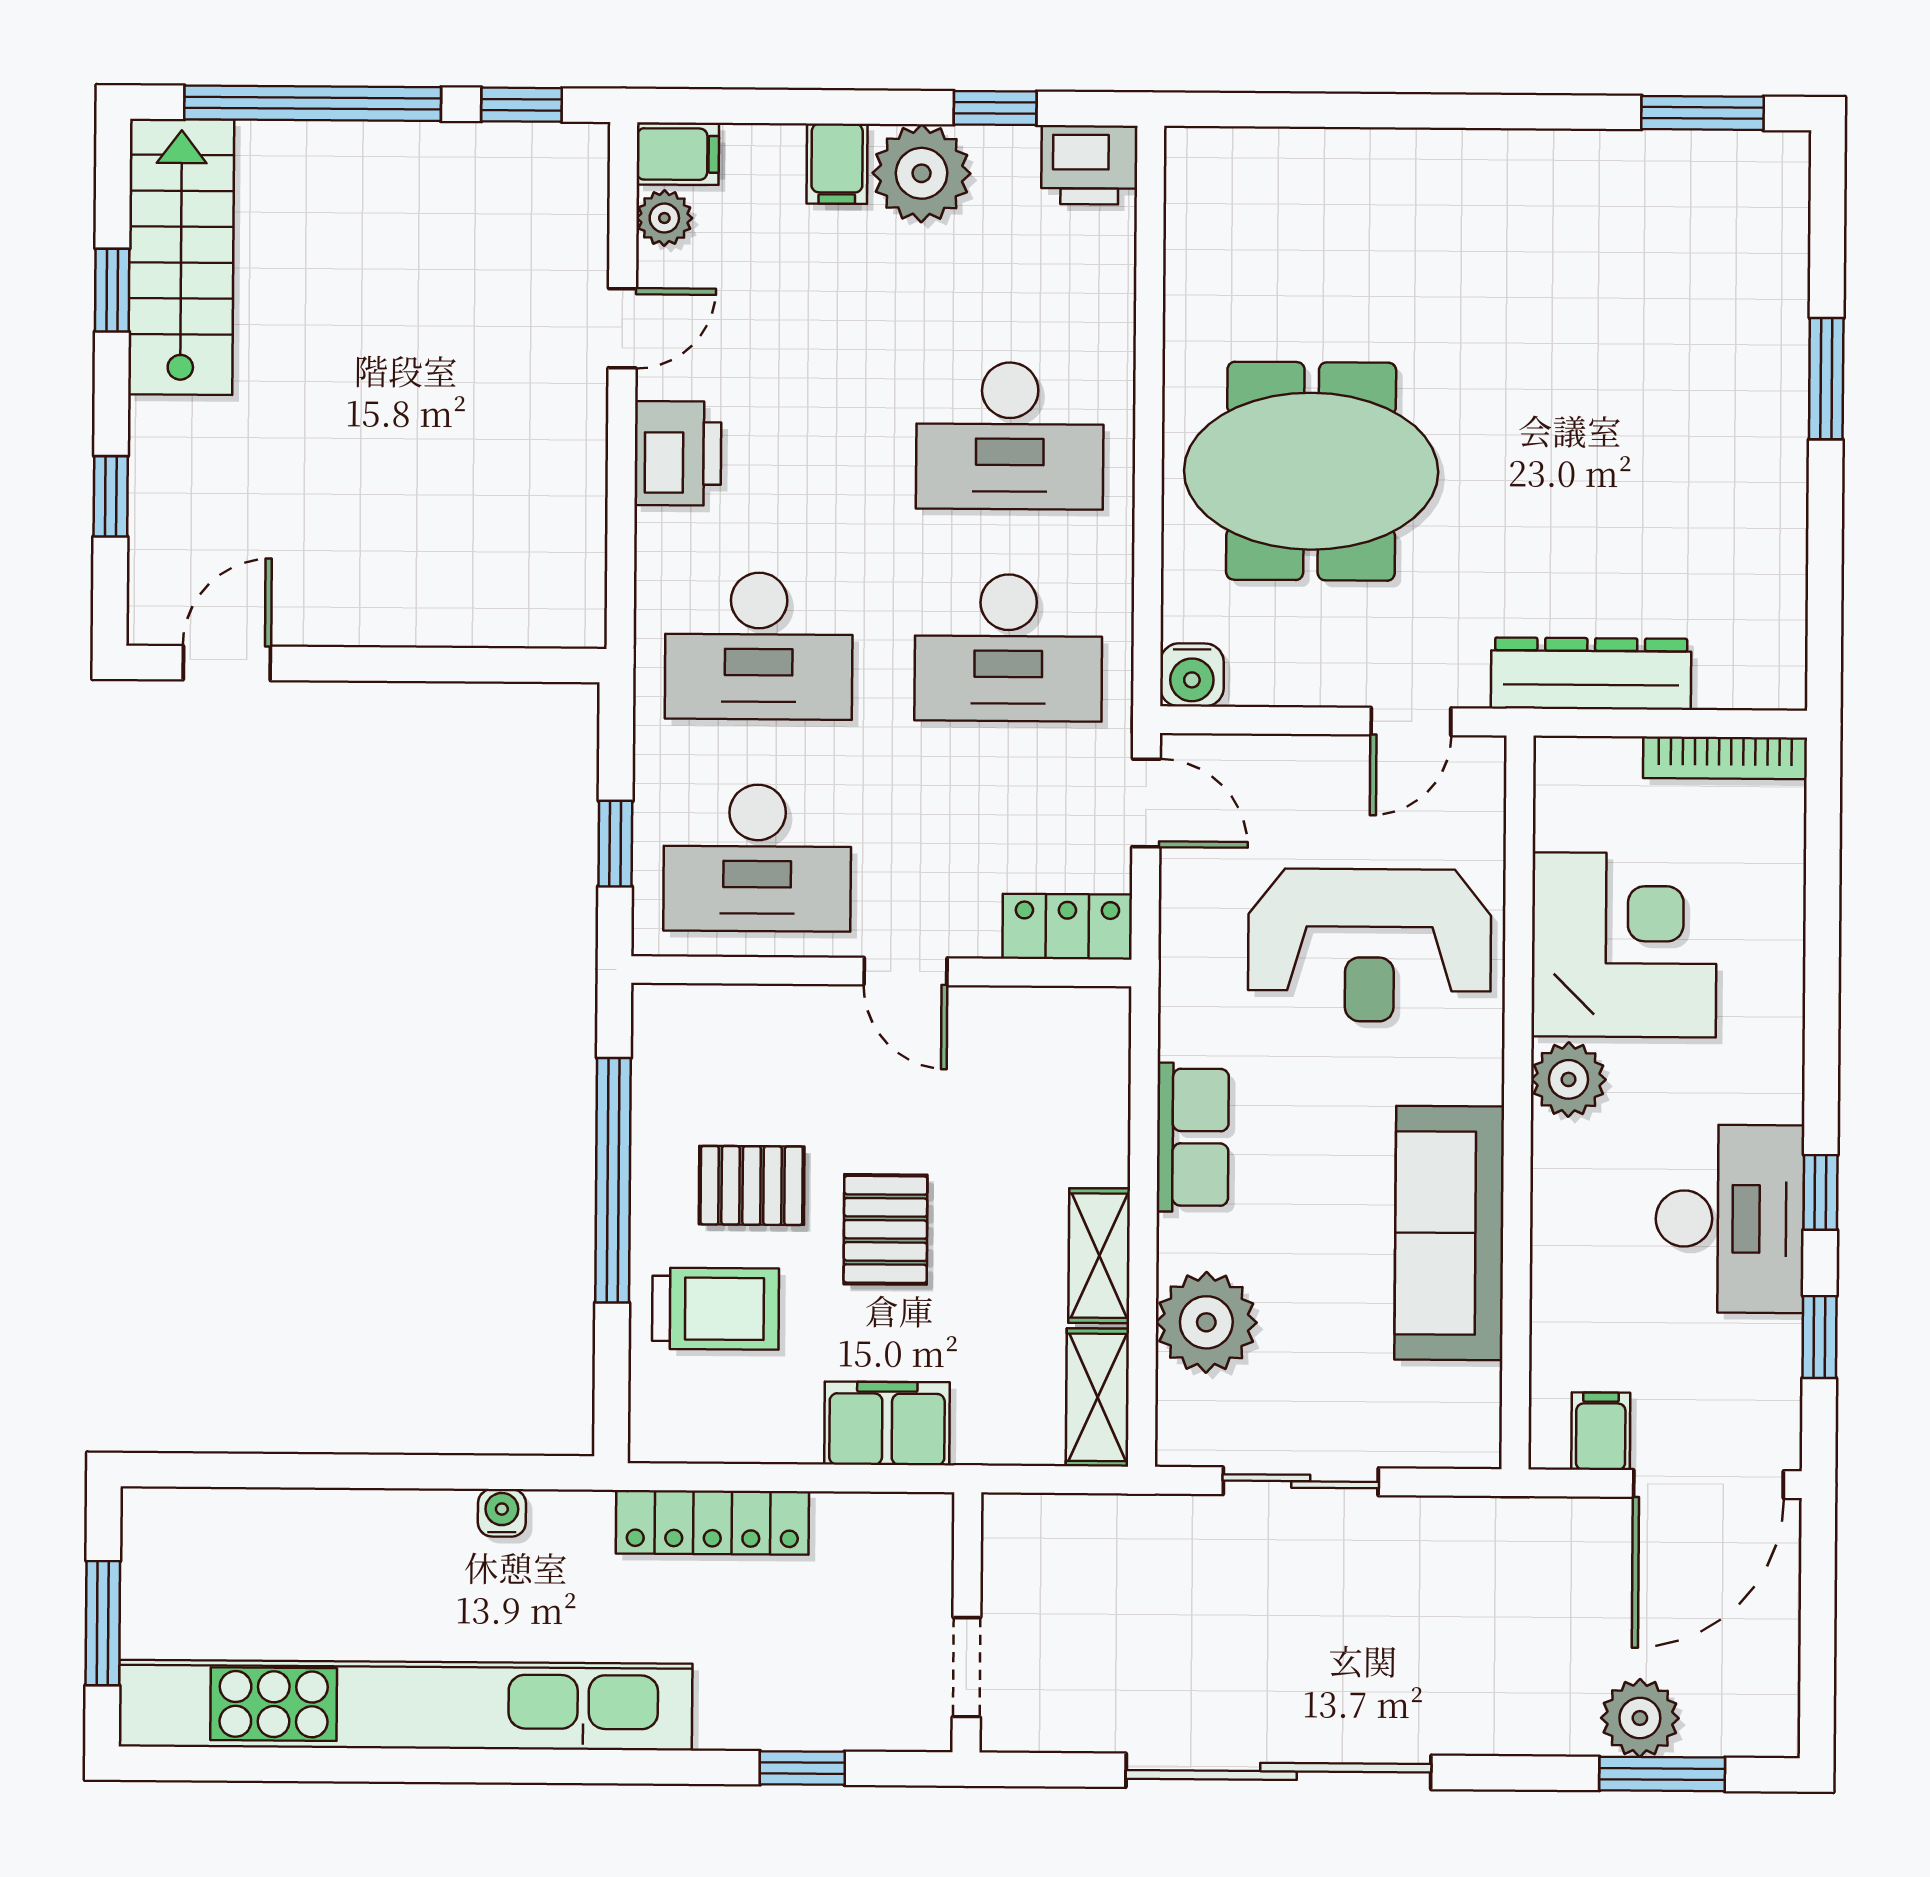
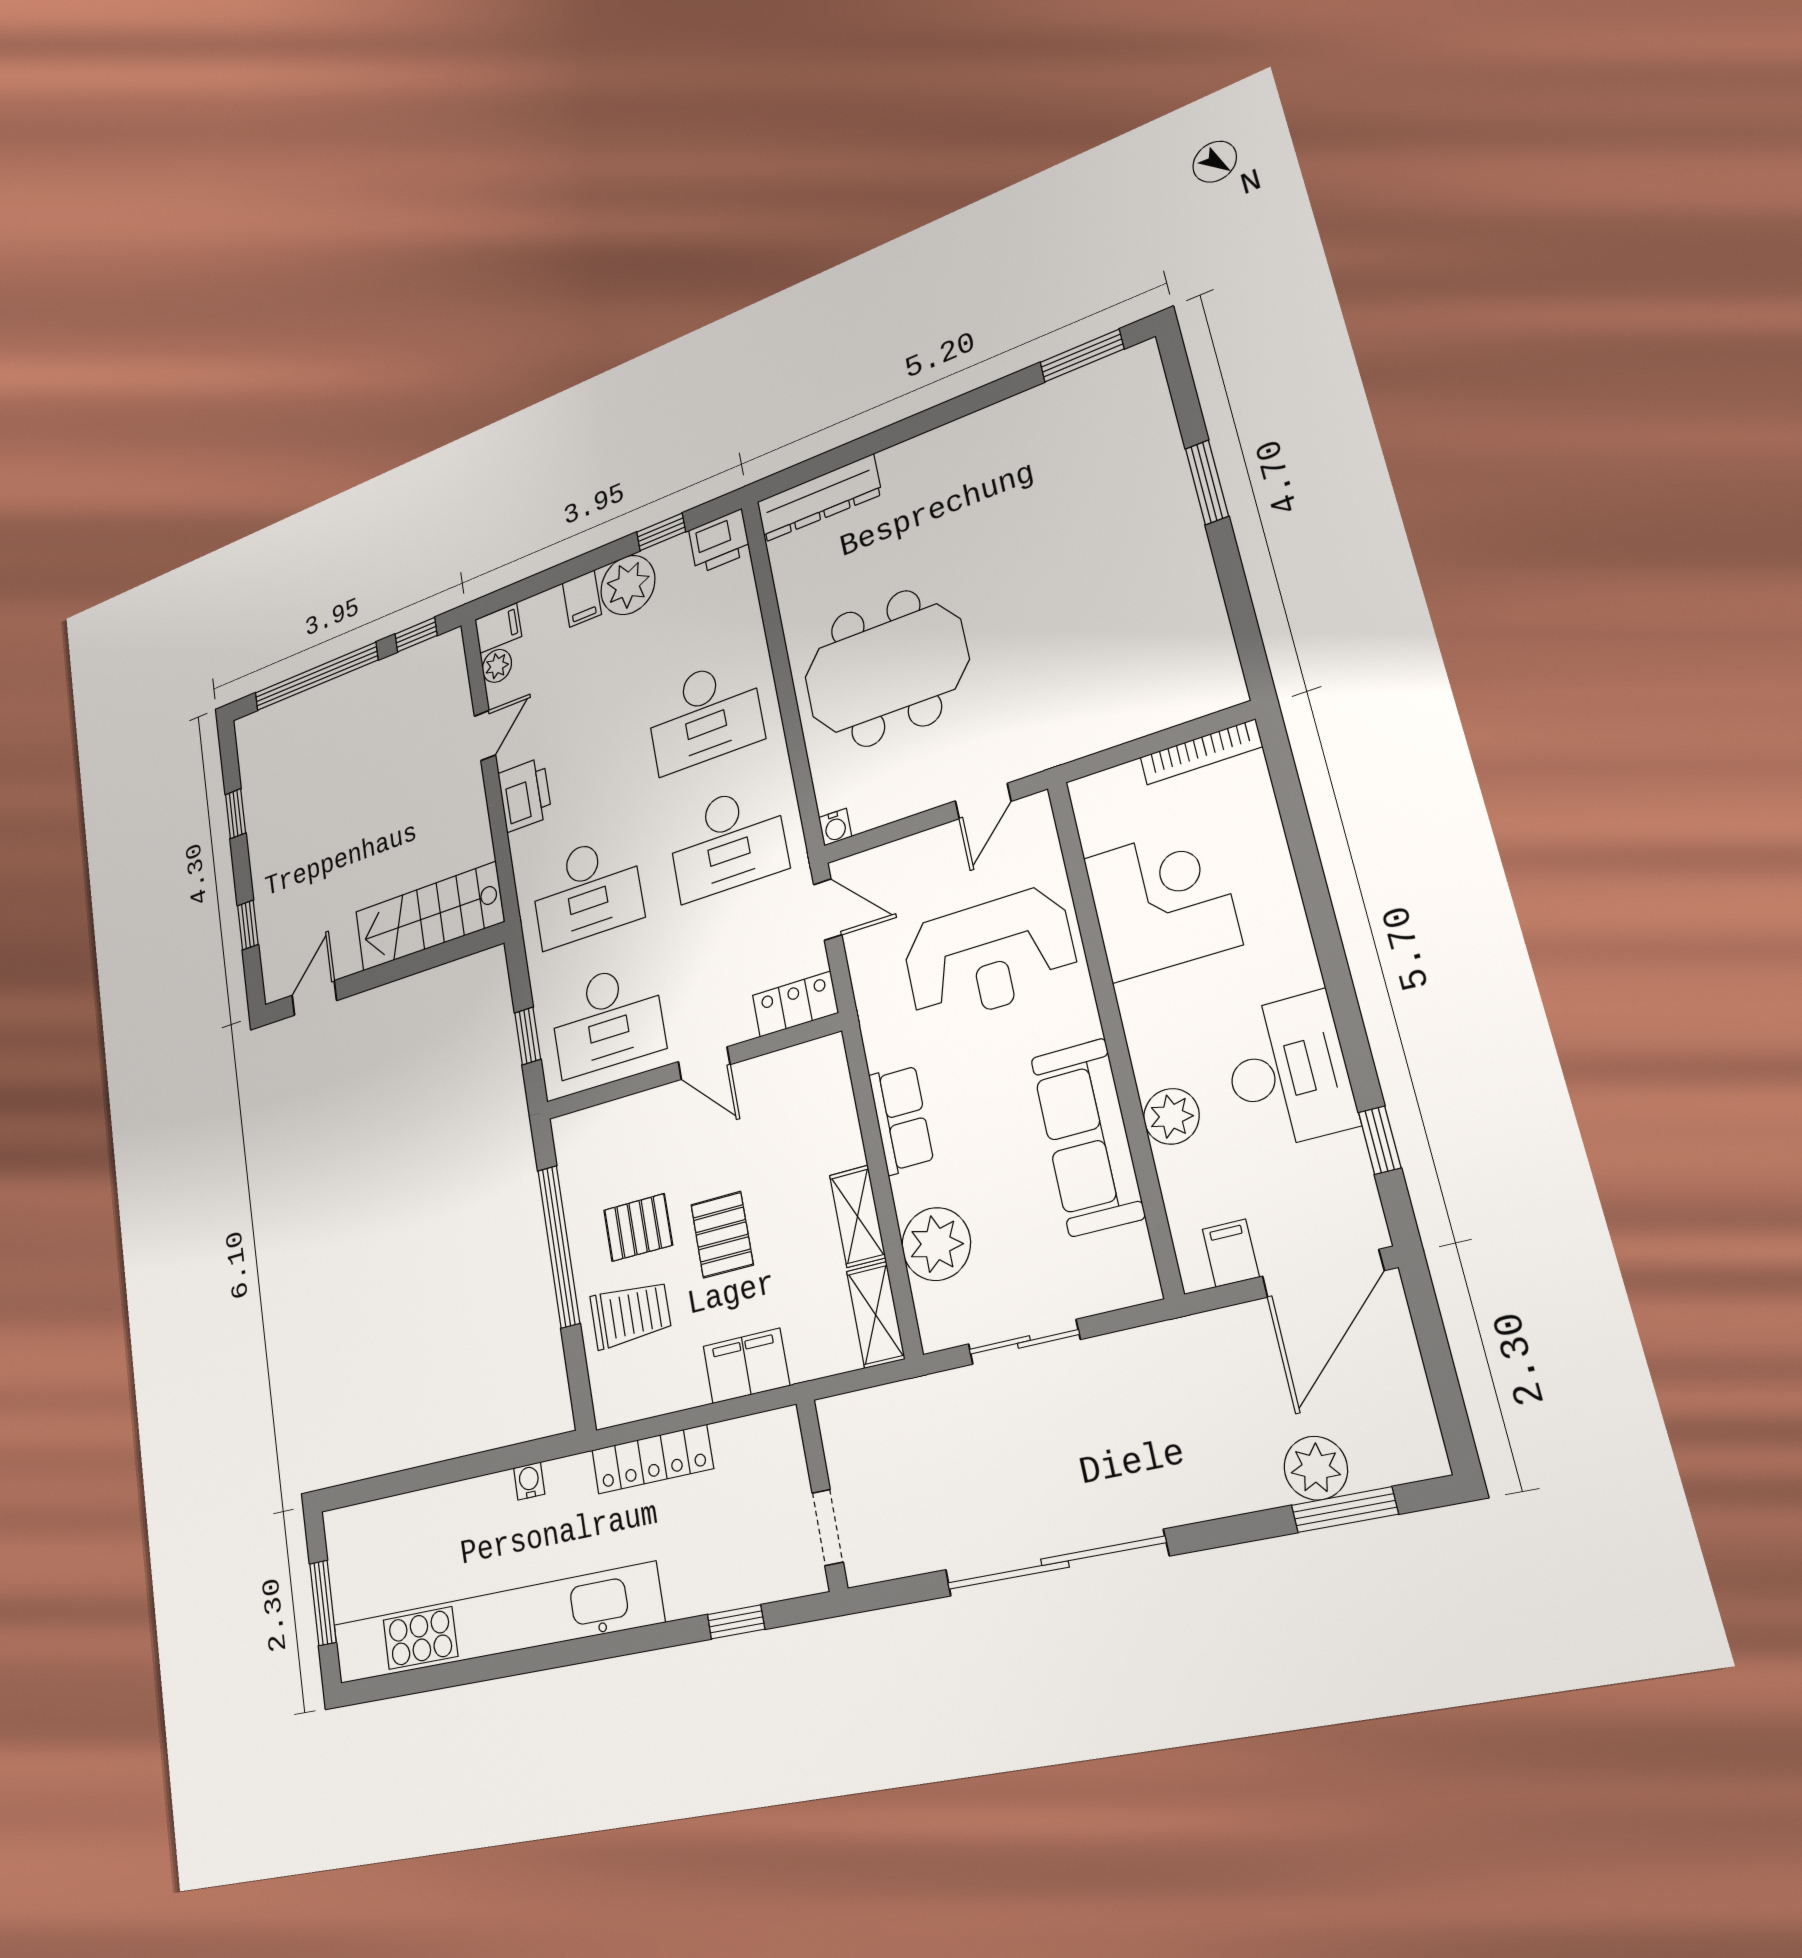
stairs: (181, 257) -> (429, 917), moved, turned -90
dresser: (1591, 674) -> (819, 498), moved, turned 180
water cooler: (1192, 675) -> (835, 827), width x0.72, depth x0.72
plant: (1569, 1079) -> (1171, 1116), moved
window: (1821, 1192) -> (1351, 1033), removed

